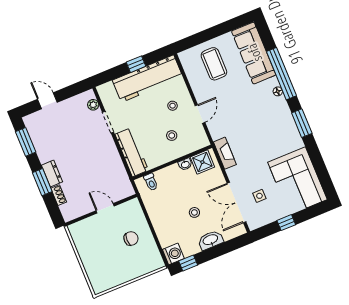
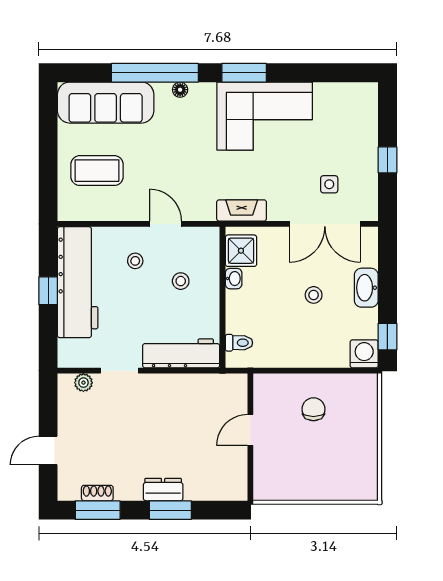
corner sofa: (297, 181) -> (265, 116), moved
shoe rack: (59, 195) -> (97, 493), moved

